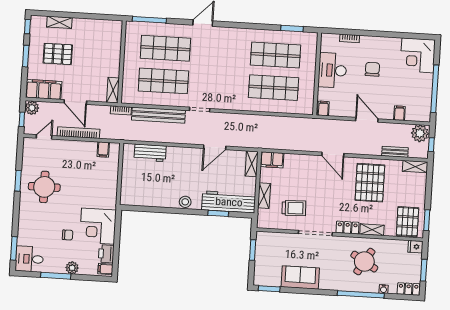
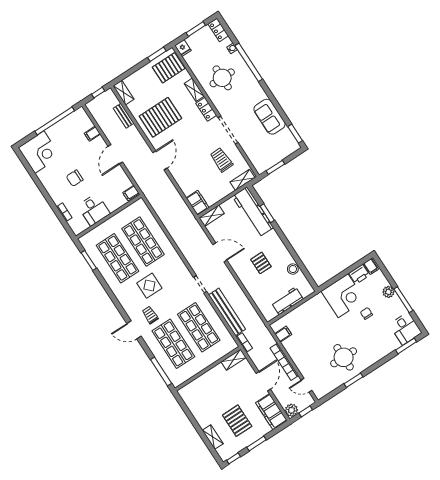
trolley: (205, 47) -> (150, 315), added
display table: (231, 65) -> (149, 286), added
desk: (332, 70) -> (94, 210), width x0.73
plant: (420, 133) -> (96, 107), removed
workbench: (150, 153) -> (287, 301), moved, turned -90
pallet: (179, 176) -> (261, 263), added
shelving: (264, 196) -> (242, 180), moved
stool: (185, 202) -> (293, 269), moved
round table: (364, 262) -> (222, 78), turned -31

